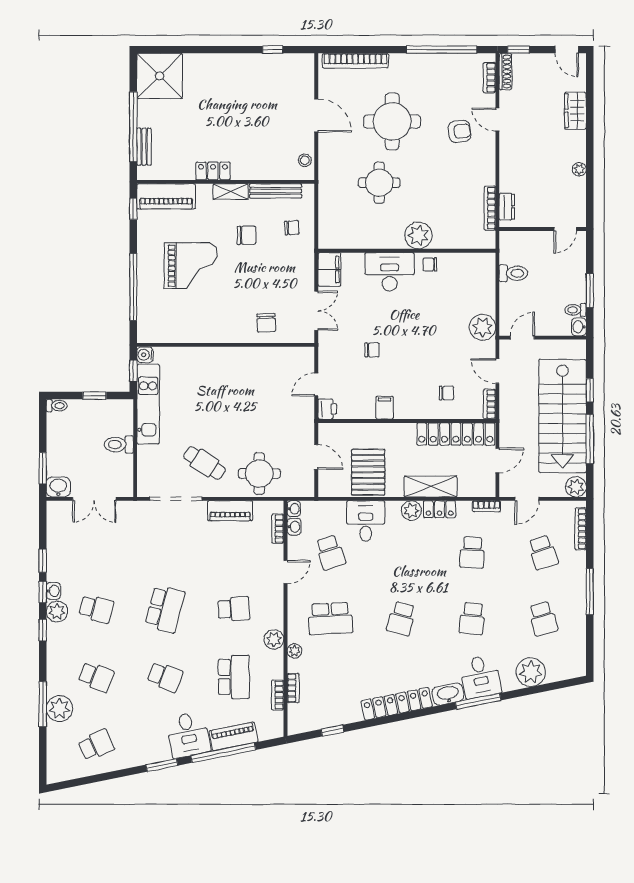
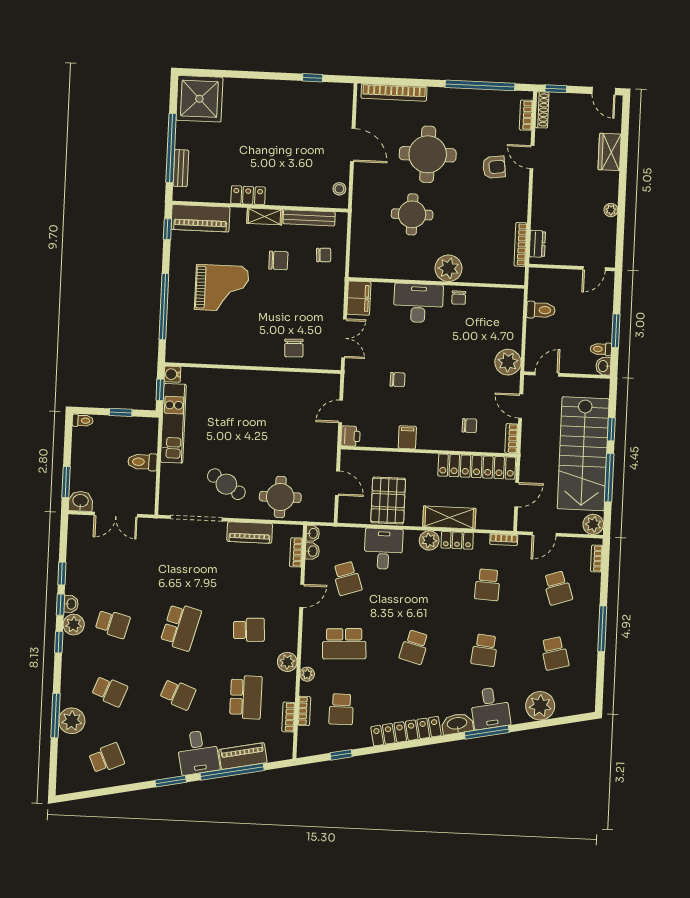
chair: (430, 264) -> (459, 298), turned -90
bookcase: (581, 529) -> (596, 559), width x0.64
school desk: (330, 685) -> (341, 709), added

